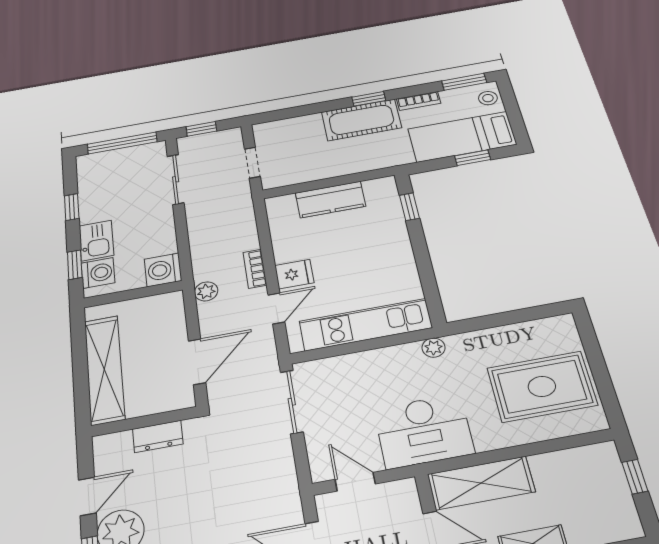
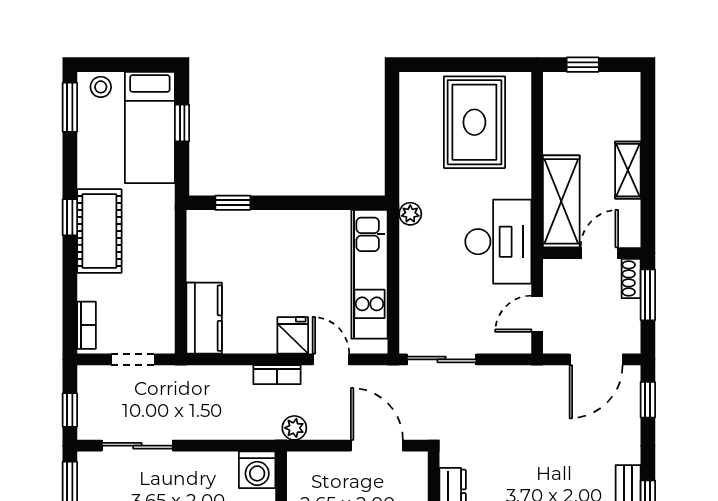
bookcase: (419, 101) -> (87, 325), moved
kitchen counter: (330, 200) -> (204, 318), moved

